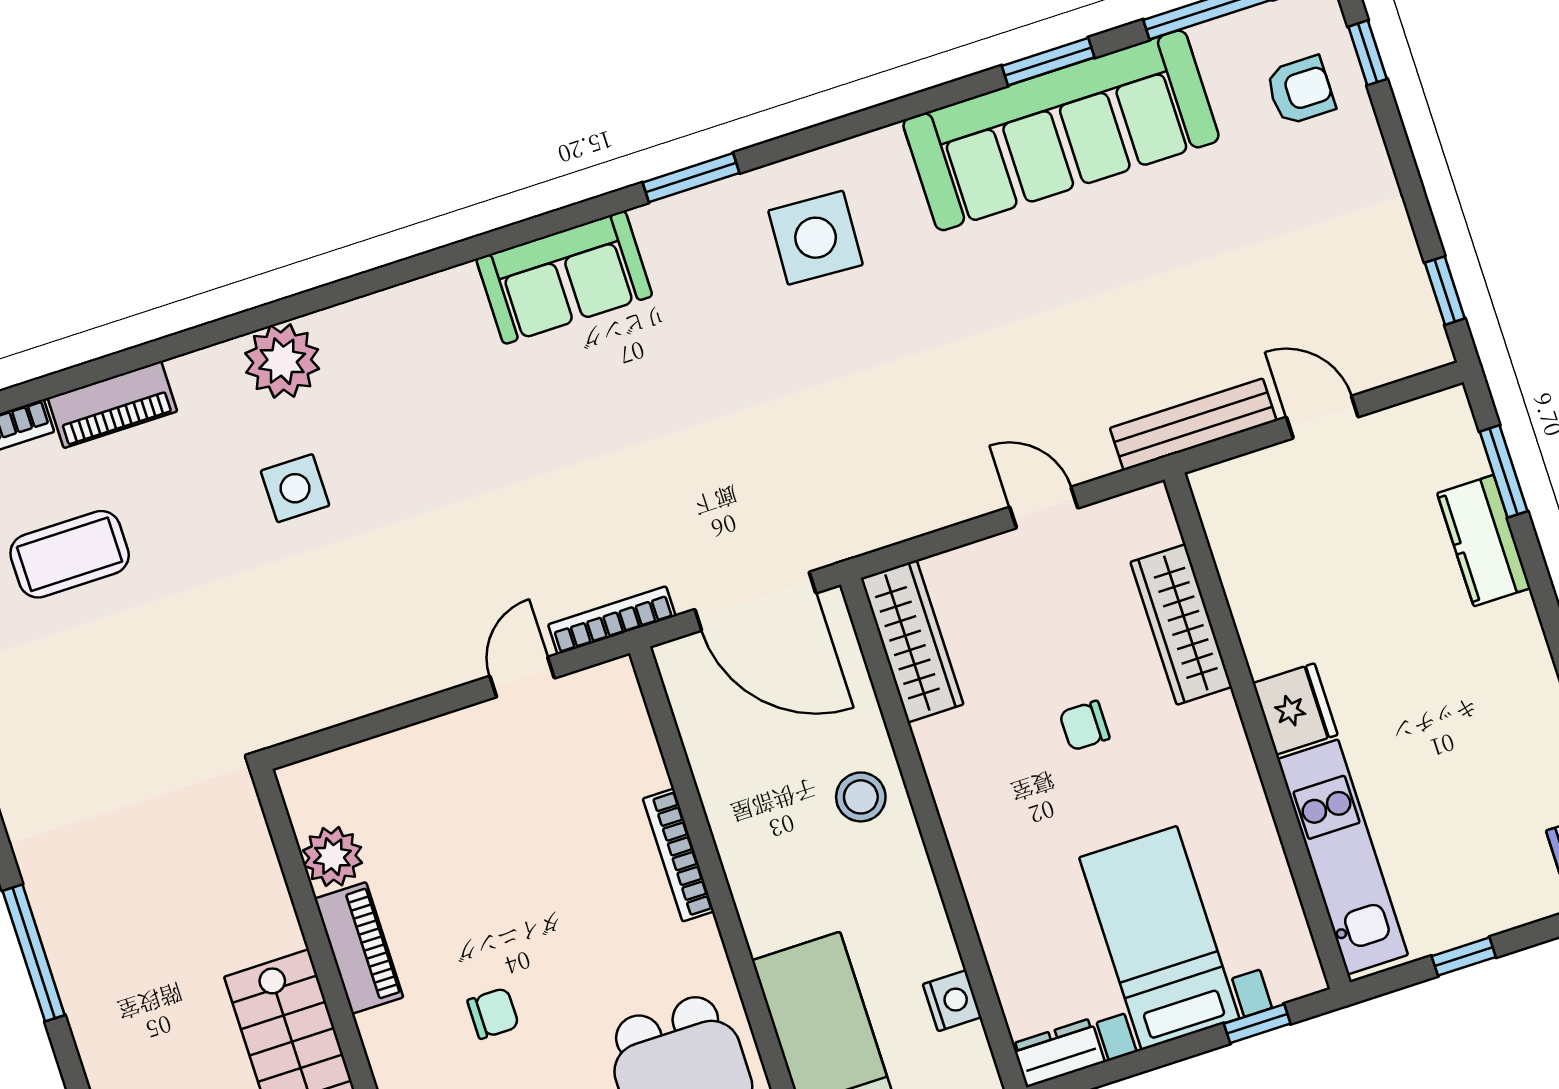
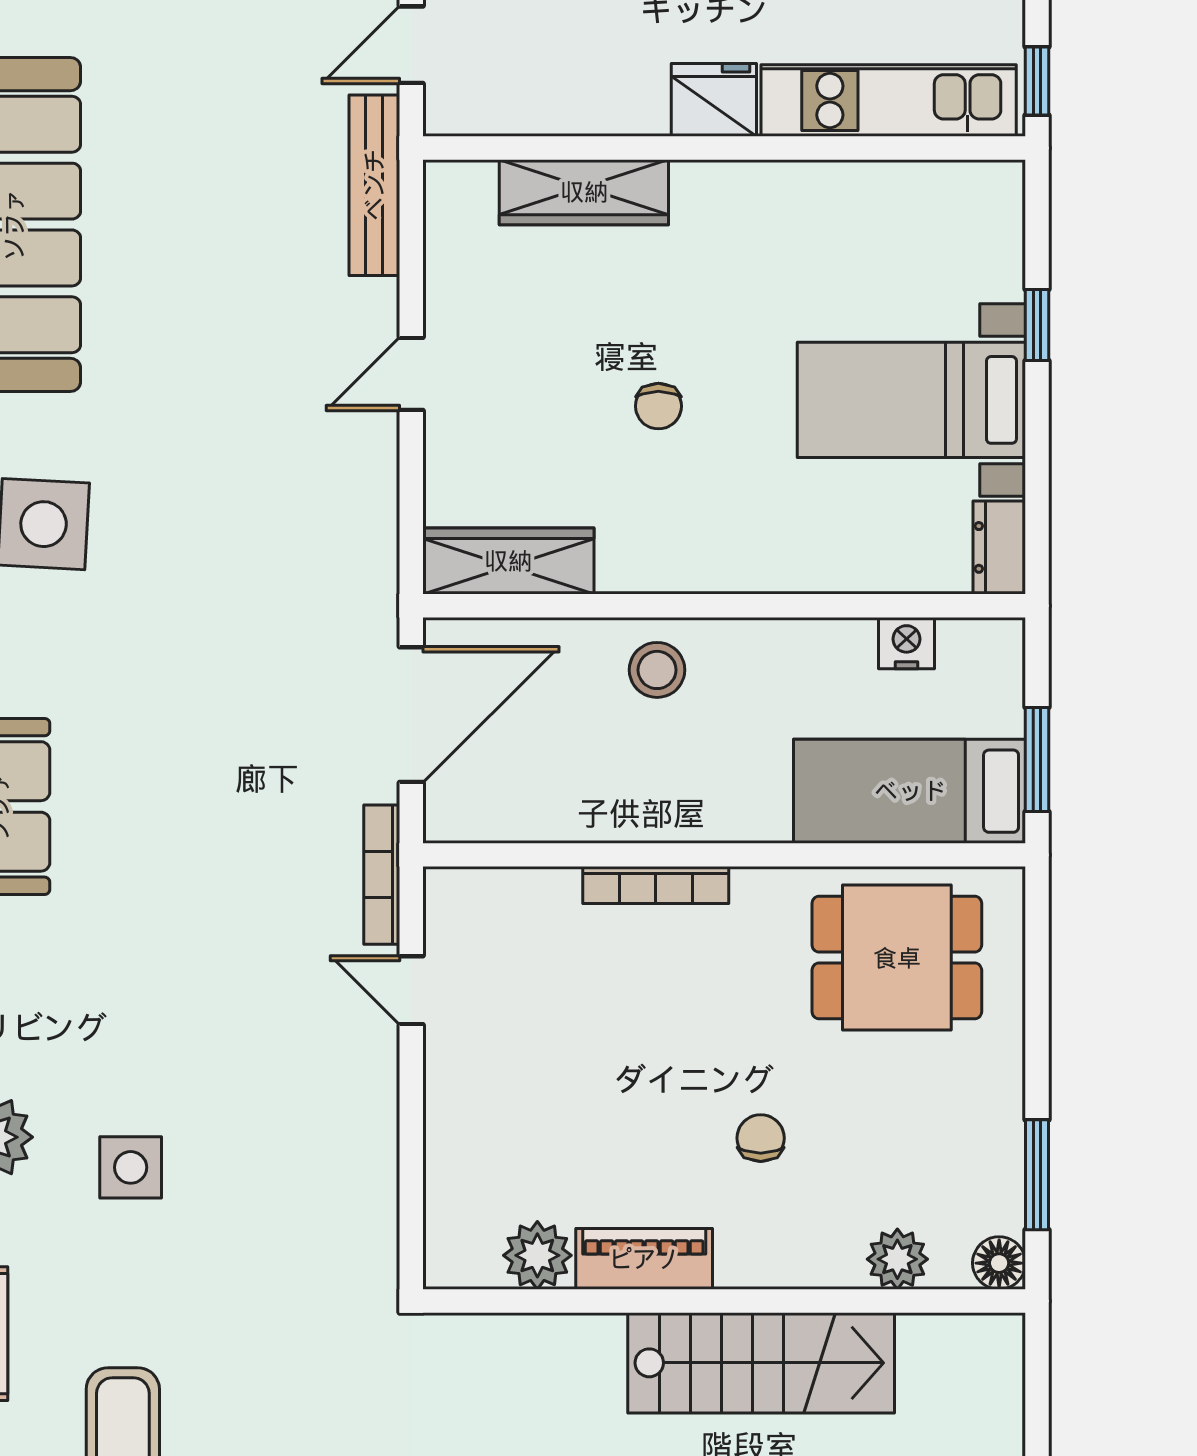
wardrobe: (1181, 624) -> (584, 192), moved
fridge: (1295, 709) -> (714, 100), moved
wall: (1257, 731) -> (724, 148), moved
kitchen unit: (1343, 857) -> (889, 101), moved

